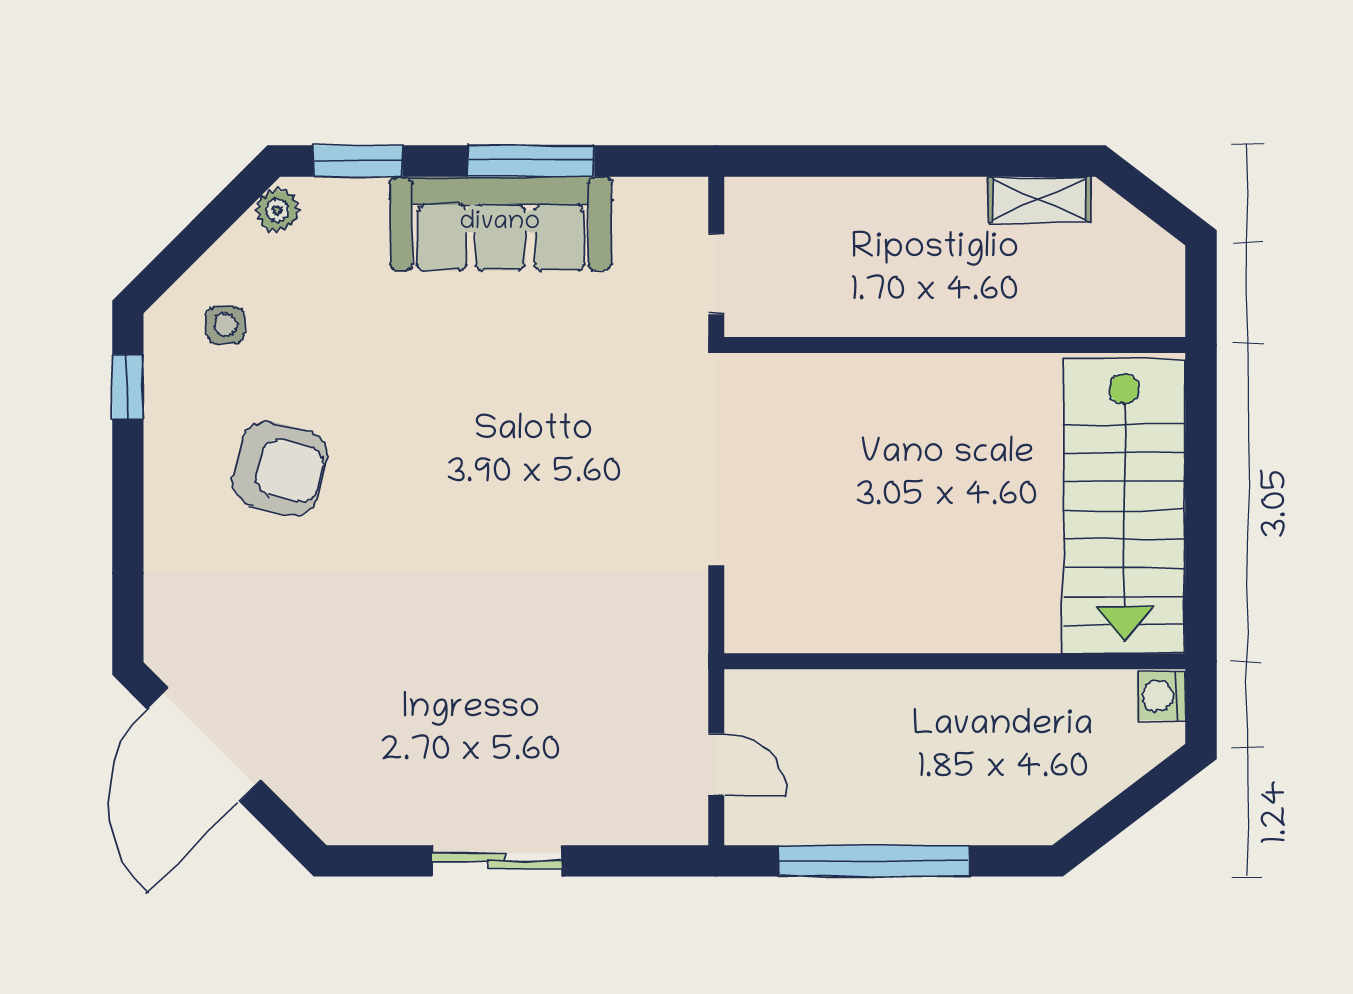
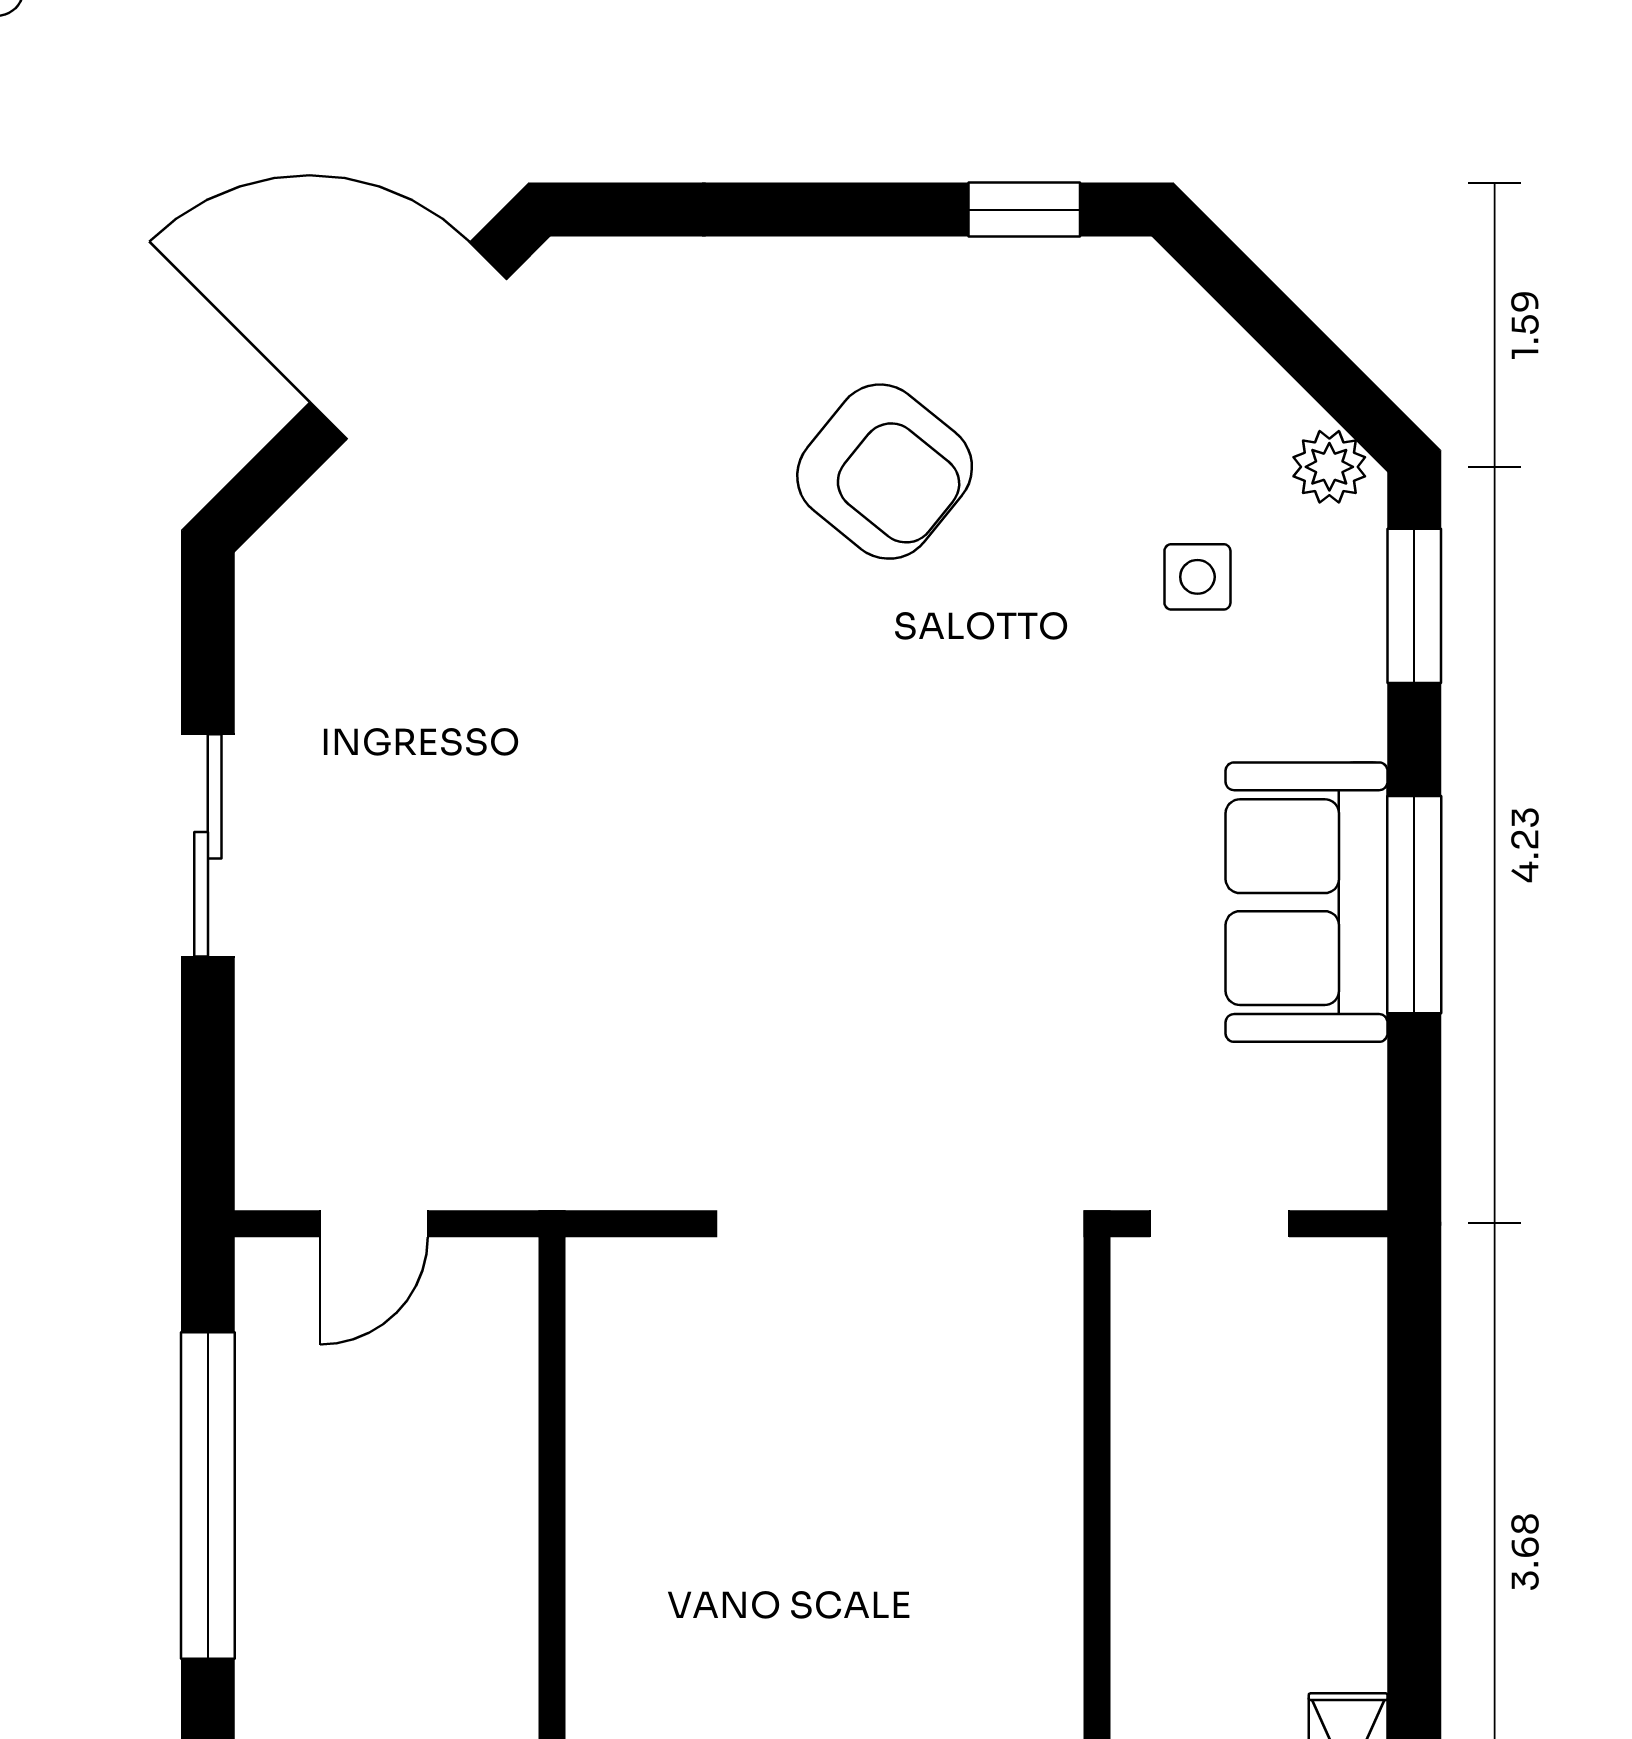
sofa: (500, 223) -> (1307, 902), width x0.73
side table: (226, 325) -> (1197, 577), moved
armchair: (280, 468) -> (885, 472), turned -65

